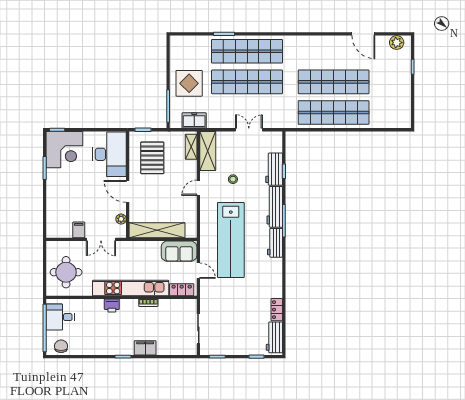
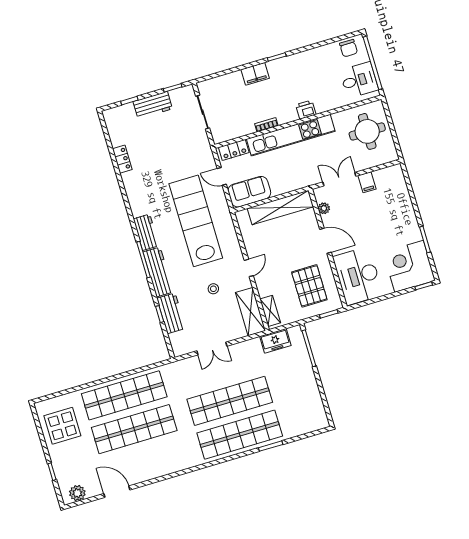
display table: (189, 83) -> (62, 426), moved
workbench: (274, 337) -> (153, 105), moved, turned 90

